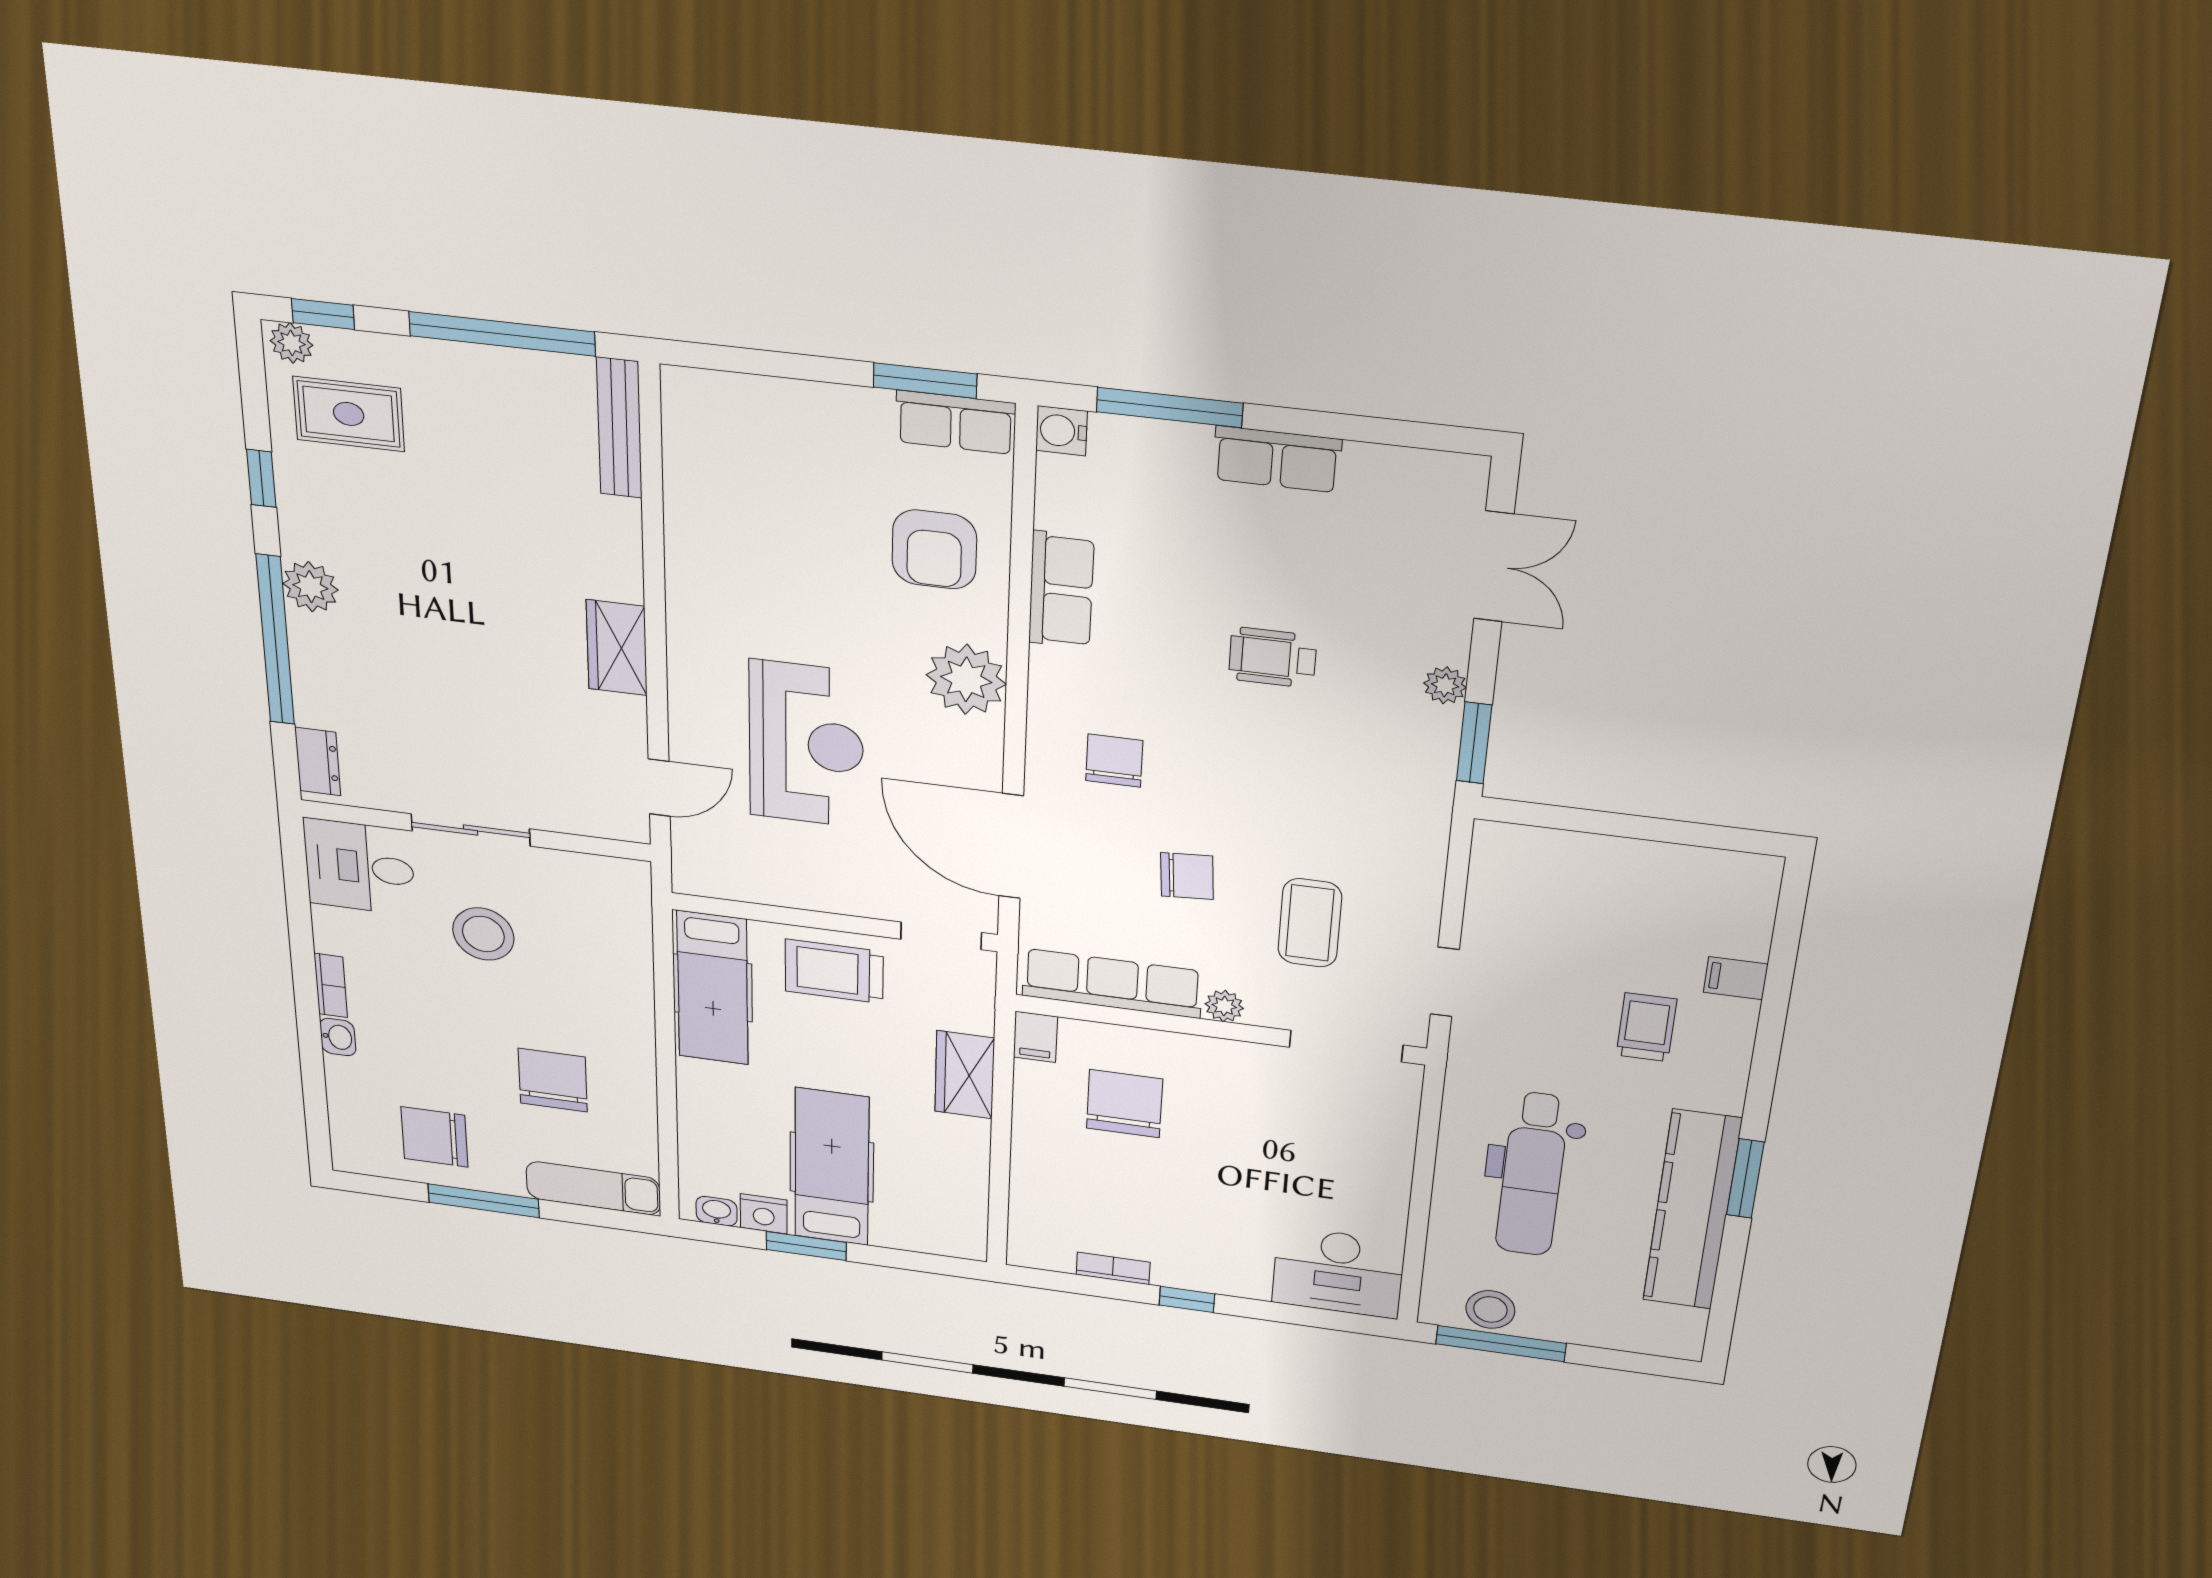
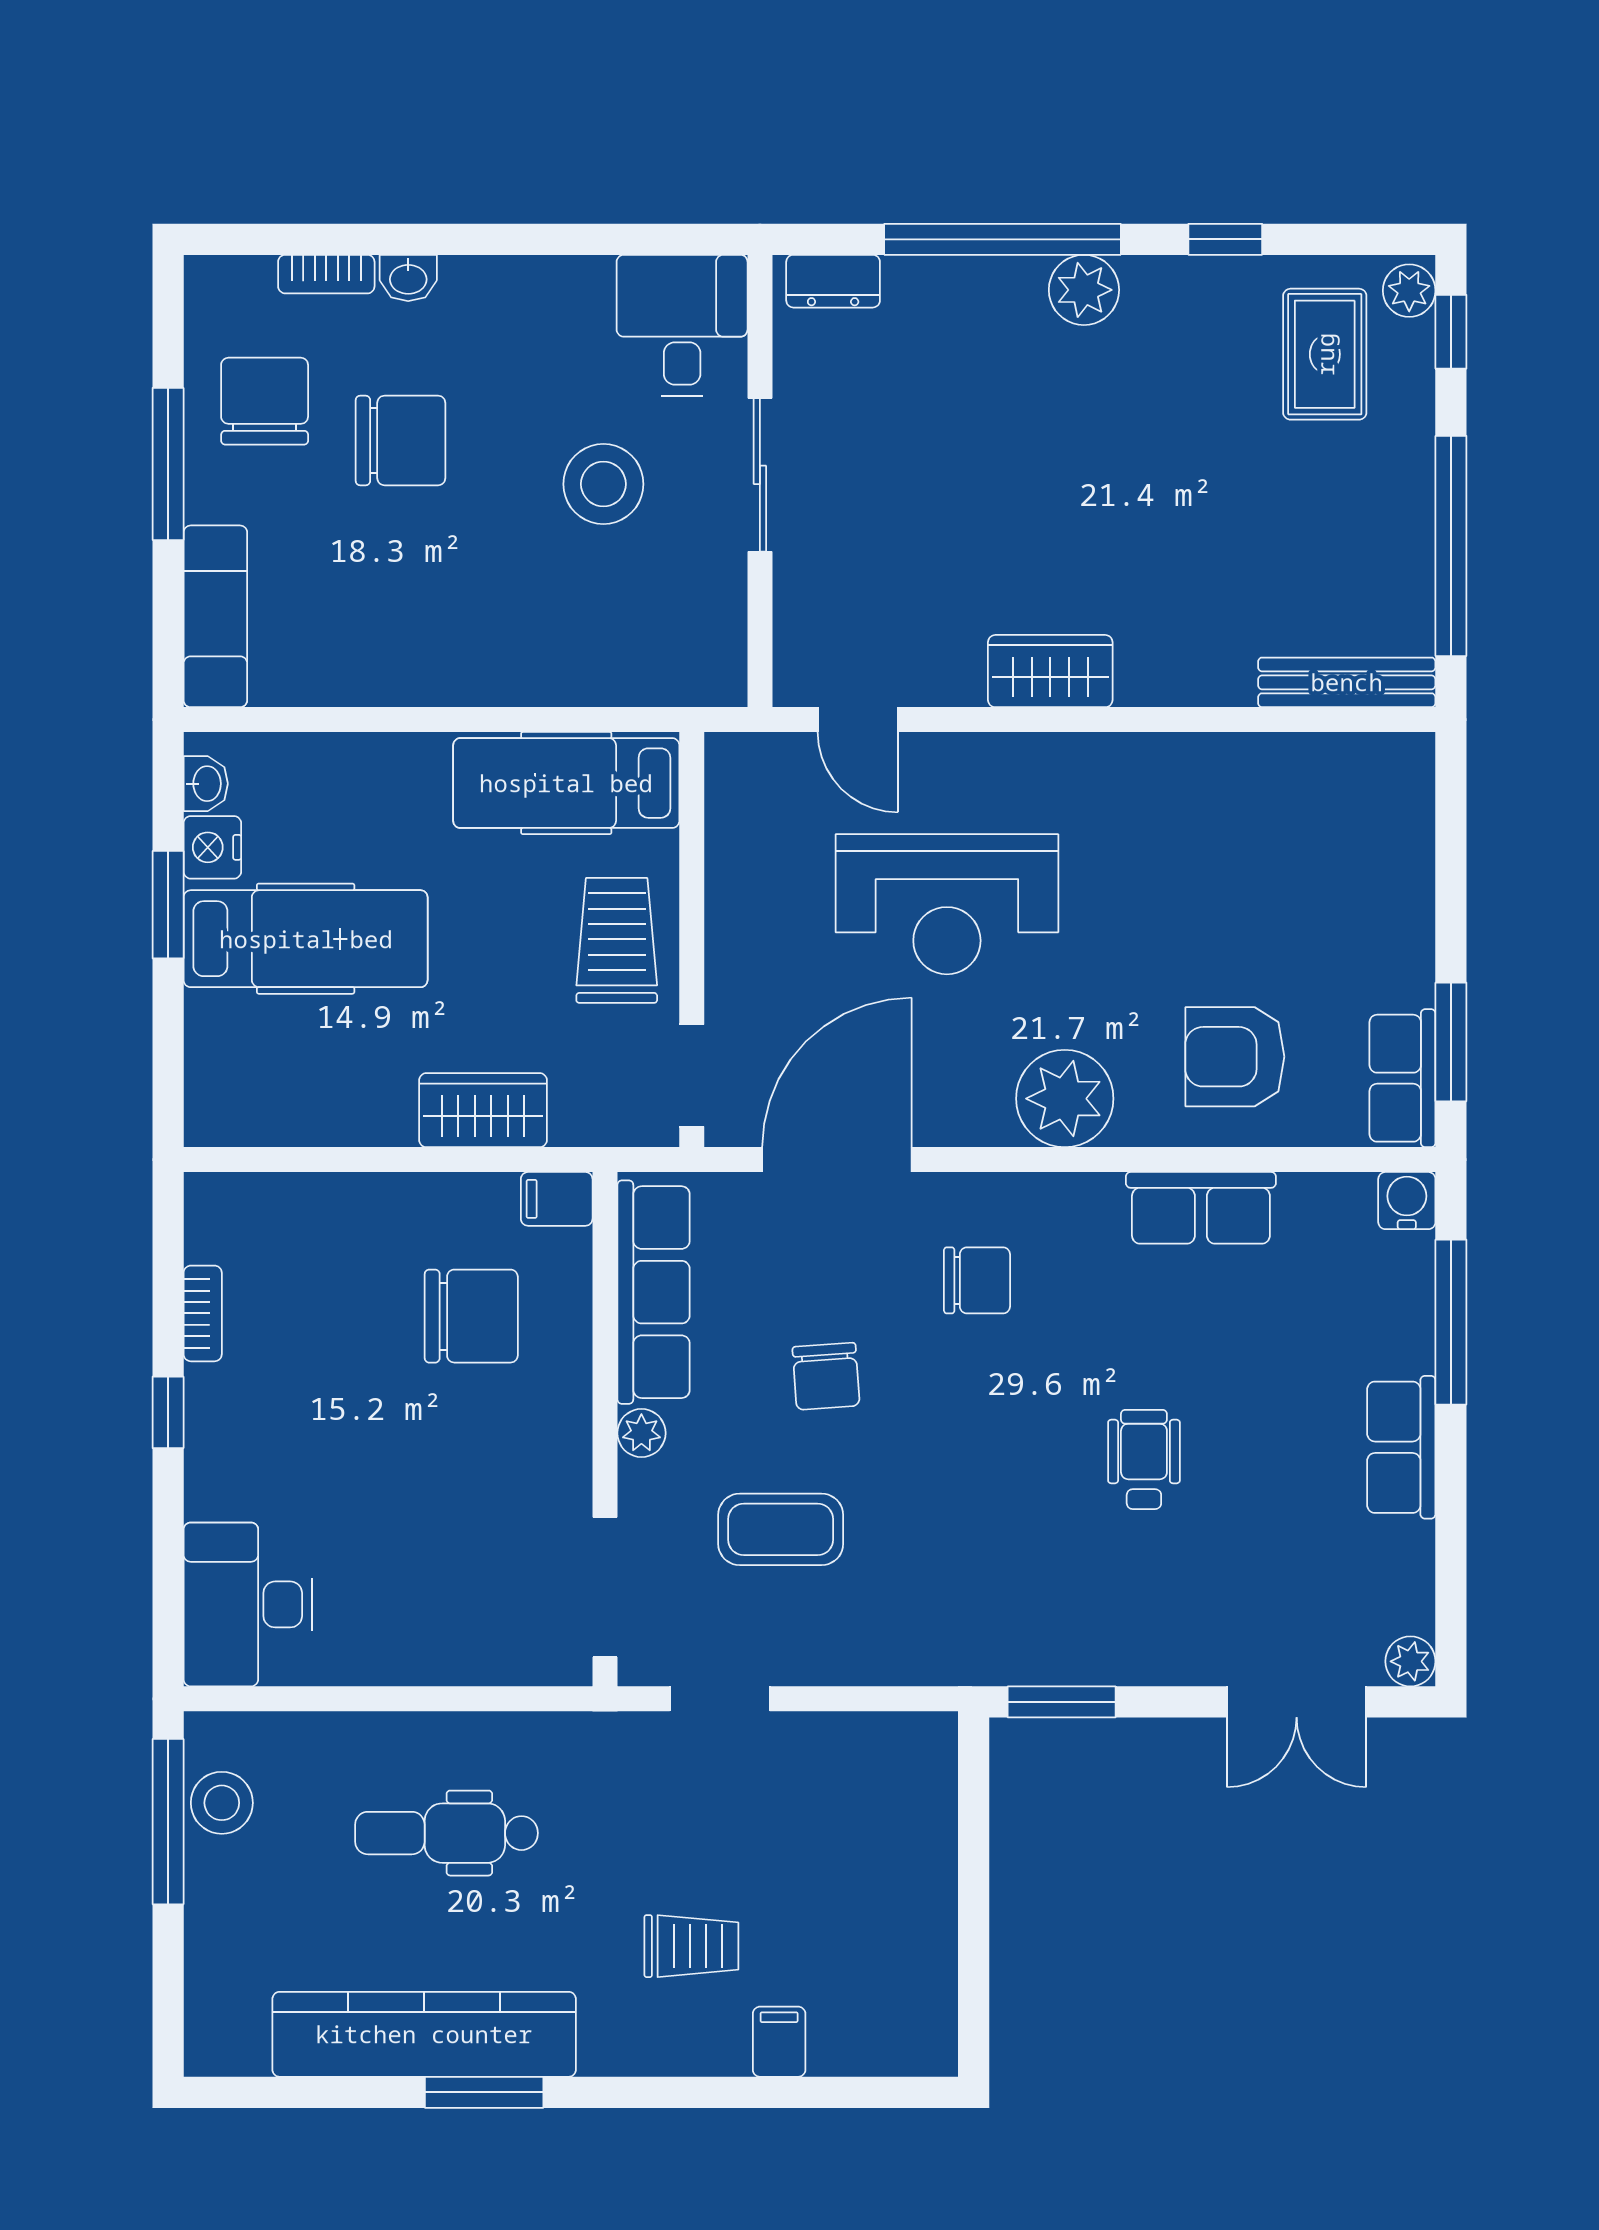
plant: (1445, 685) -> (1410, 1661), moved
bookcase: (331, 985) -> (326, 274), moved
chair: (553, 1080) -> (401, 440), moved
dental chair: (1532, 1174) -> (447, 1833), width x0.73, depth x0.72

